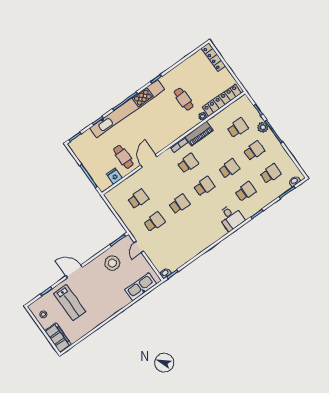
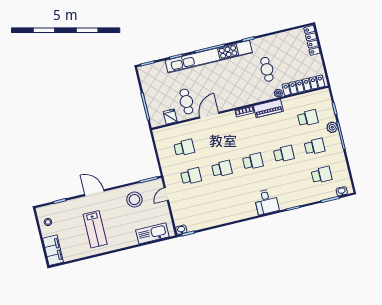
school desk: (188, 163) -> (246, 133), removed
school desk: (246, 191) -> (291, 182), removed
lab bench: (70, 303) -> (95, 229), moved

